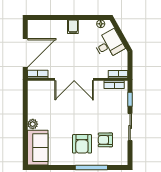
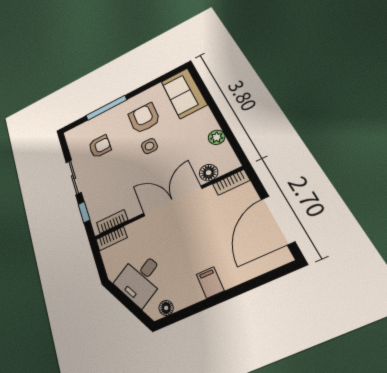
door: (25, 53) -> (278, 220), moved
floor lamp: (47, 86) -> (209, 173), added
side table: (74, 122) -> (149, 146), added
plant: (33, 124) -> (217, 137), moved
armchair: (82, 144) -> (144, 118), moved

